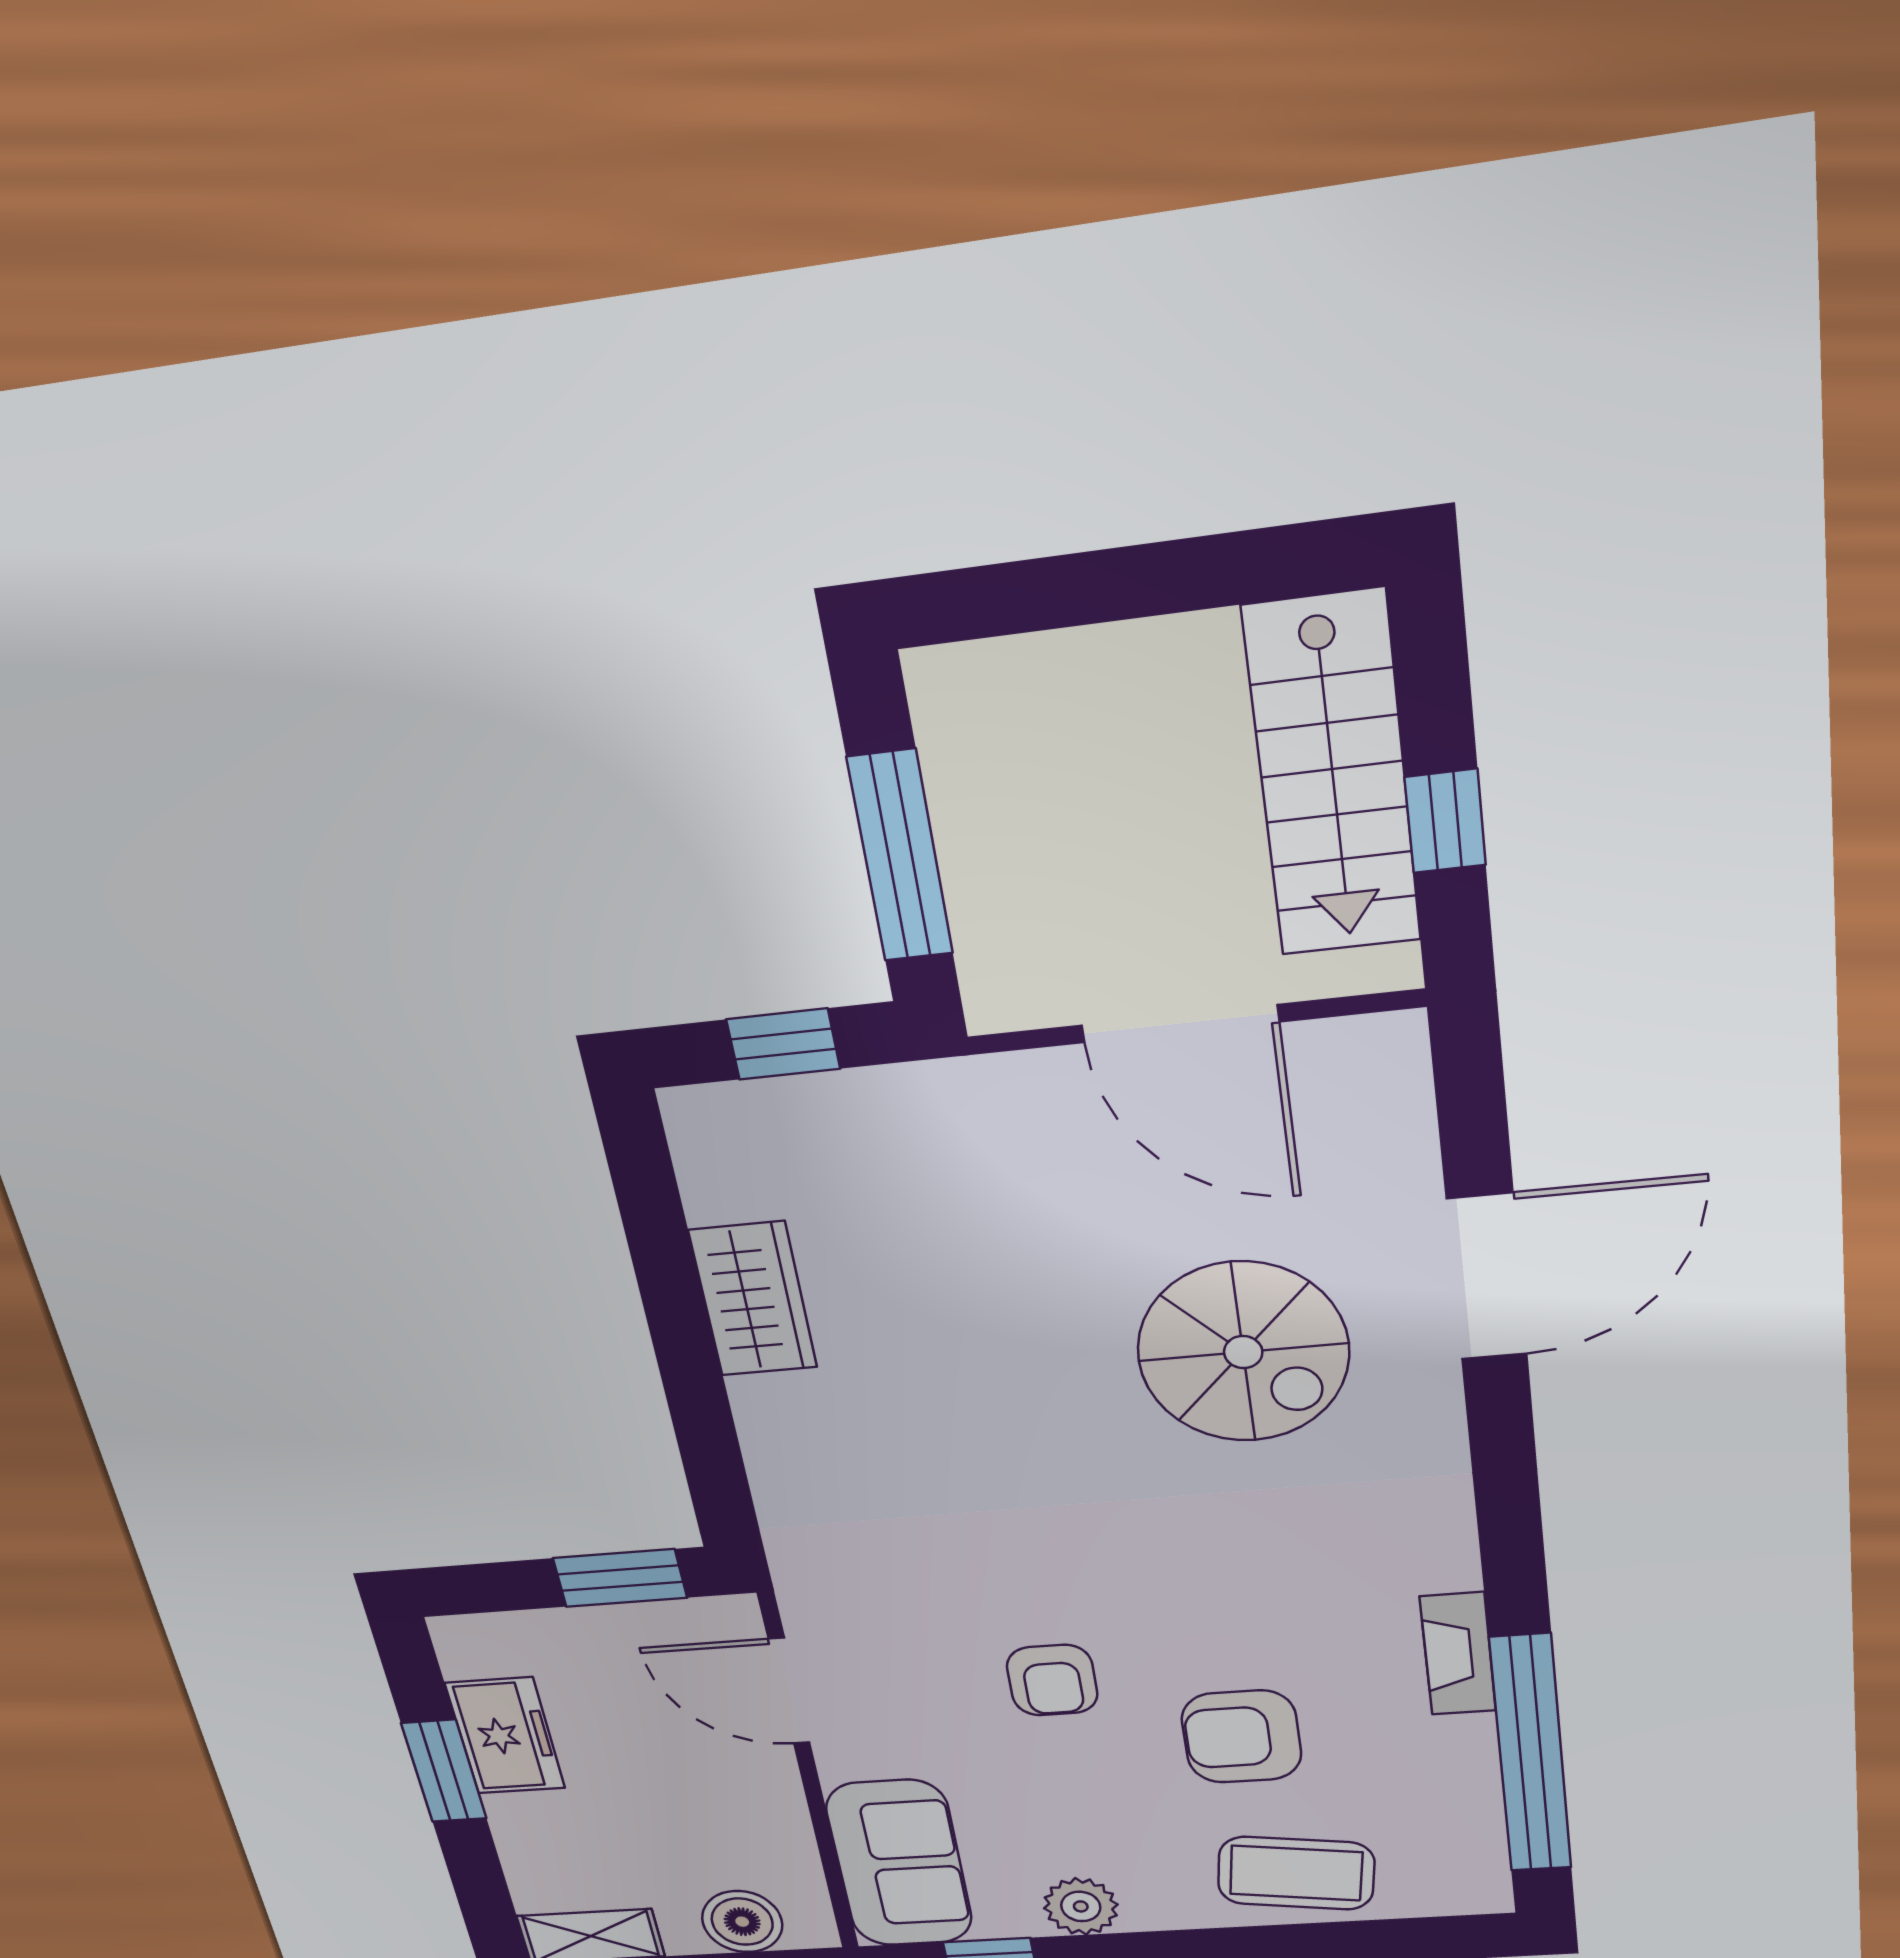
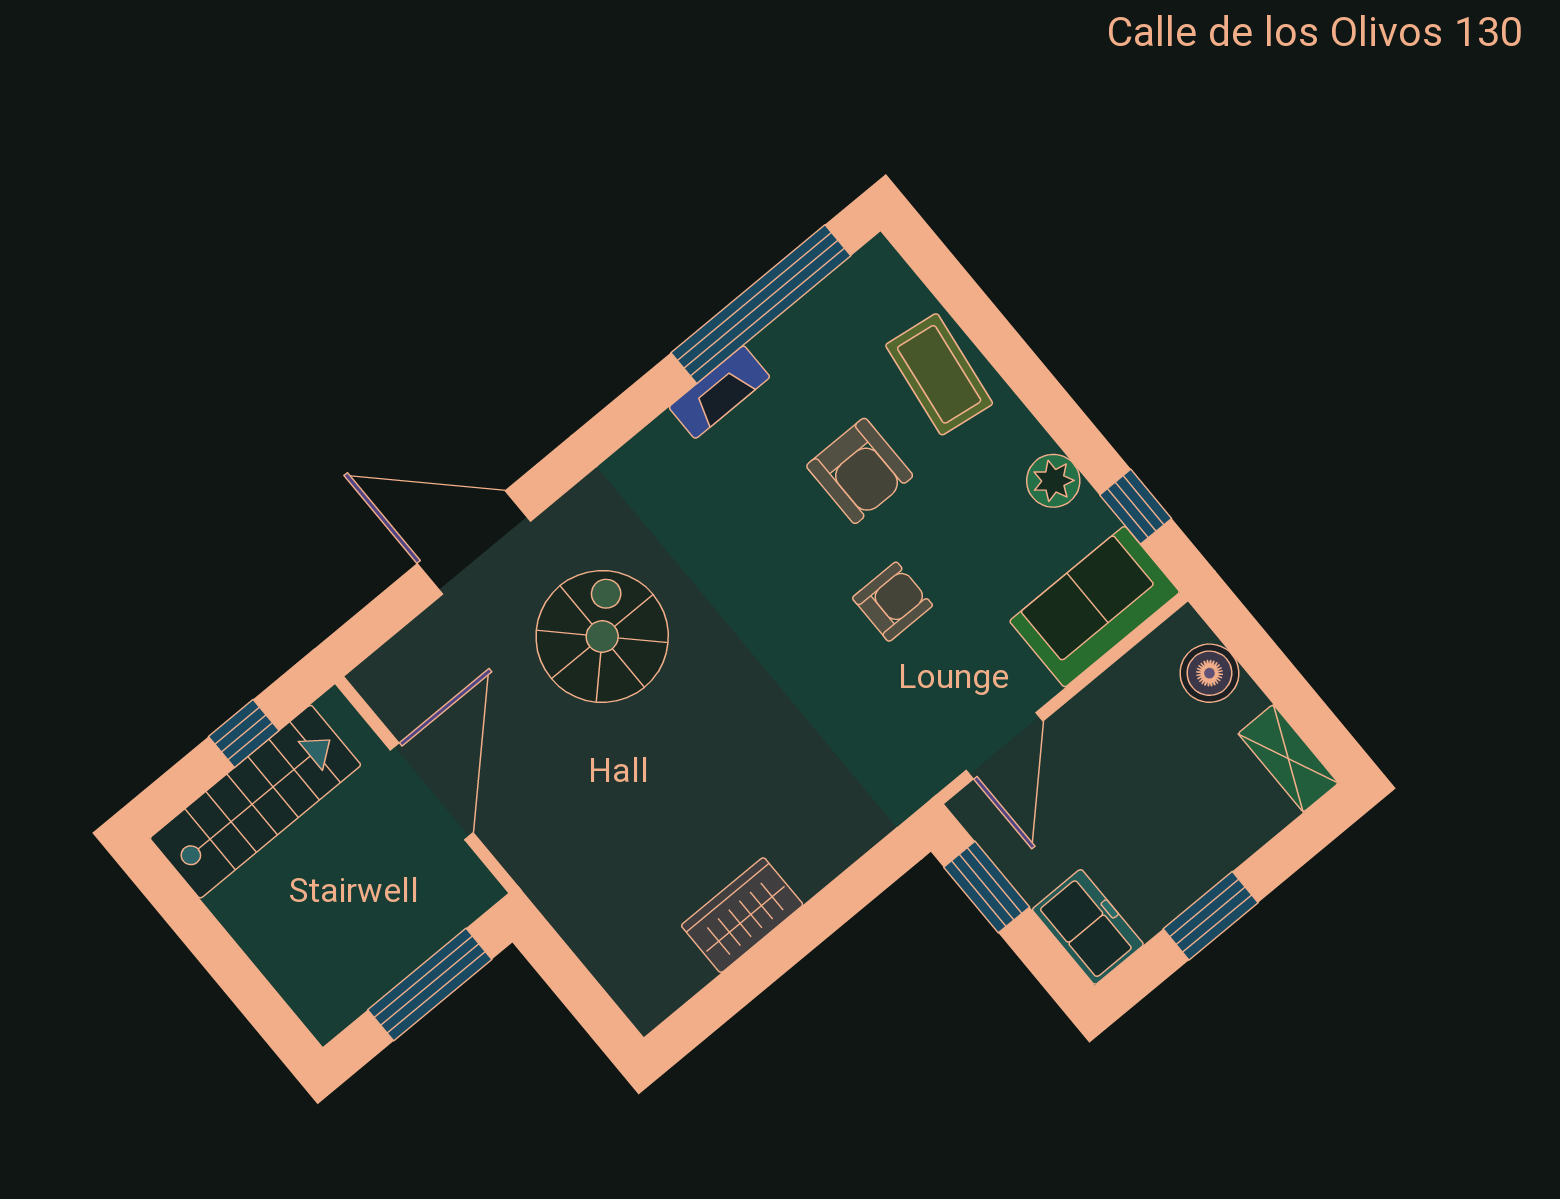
window: (783, 1044) -> (574, 985), removed
freezer: (505, 1736) -> (1088, 927), moved, turned 90

